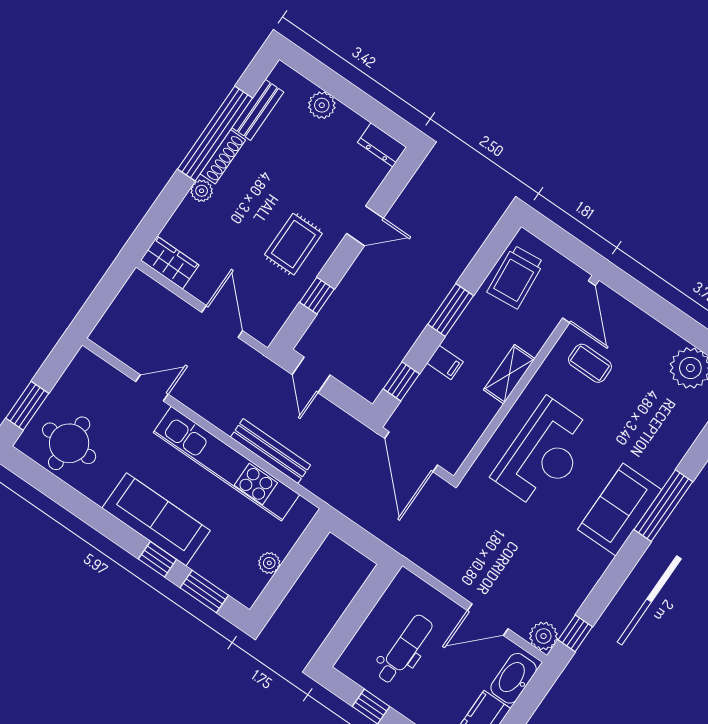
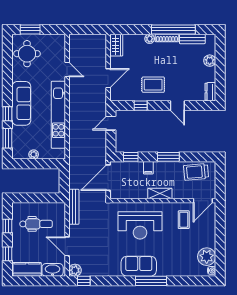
bench: (271, 451) -> (74, 207), moved

